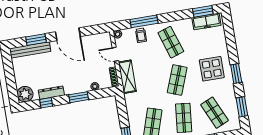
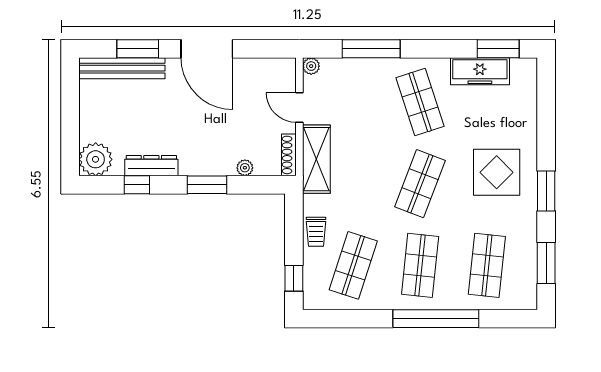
freezer: (206, 21) -> (480, 71), moved
trolley: (141, 35) -> (316, 232), moved
shop shelf: (215, 113) -> (487, 265), turned 30

